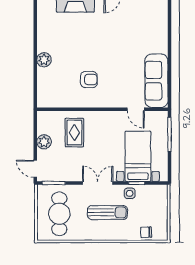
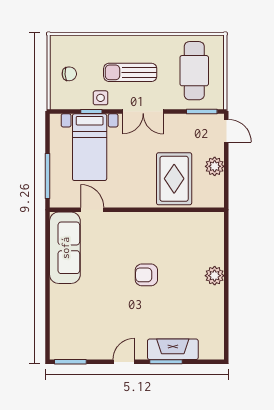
armchair: (89, 79) -> (146, 275), moved
rug: (74, 133) -> (174, 179), width x1.36, depth x1.43
chair: (146, 232) -> (69, 74), moved

